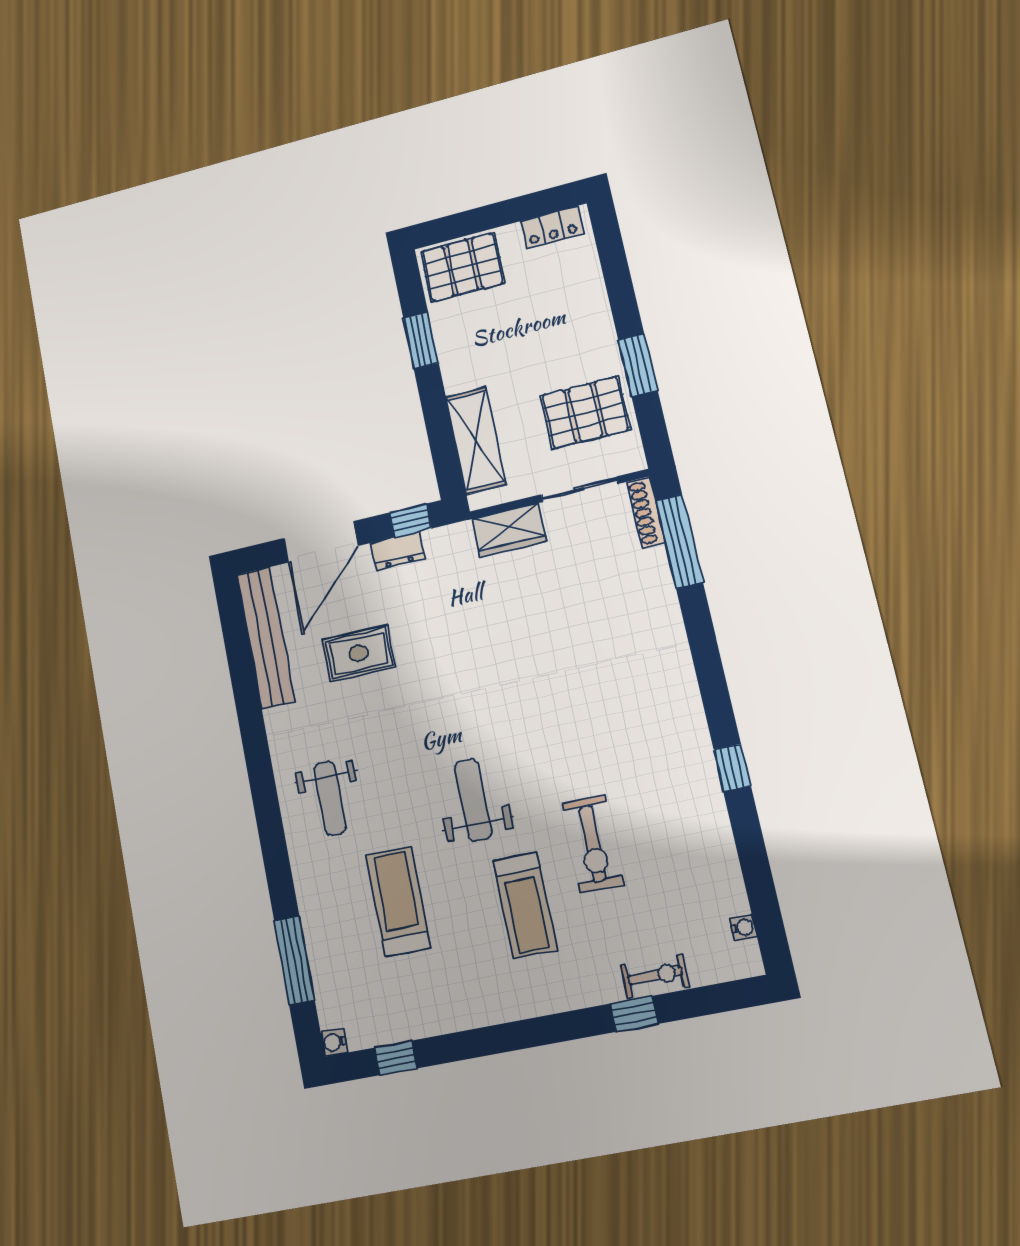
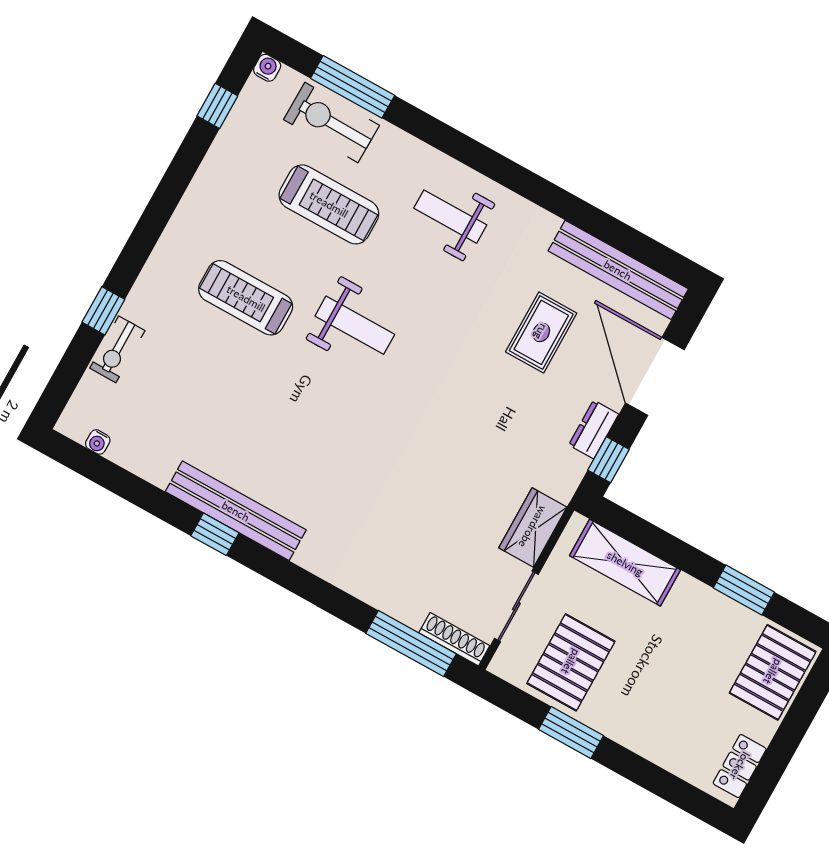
bench: (699, 767) -> (236, 511), added
exercise bike: (593, 844) -> (331, 123), moved

